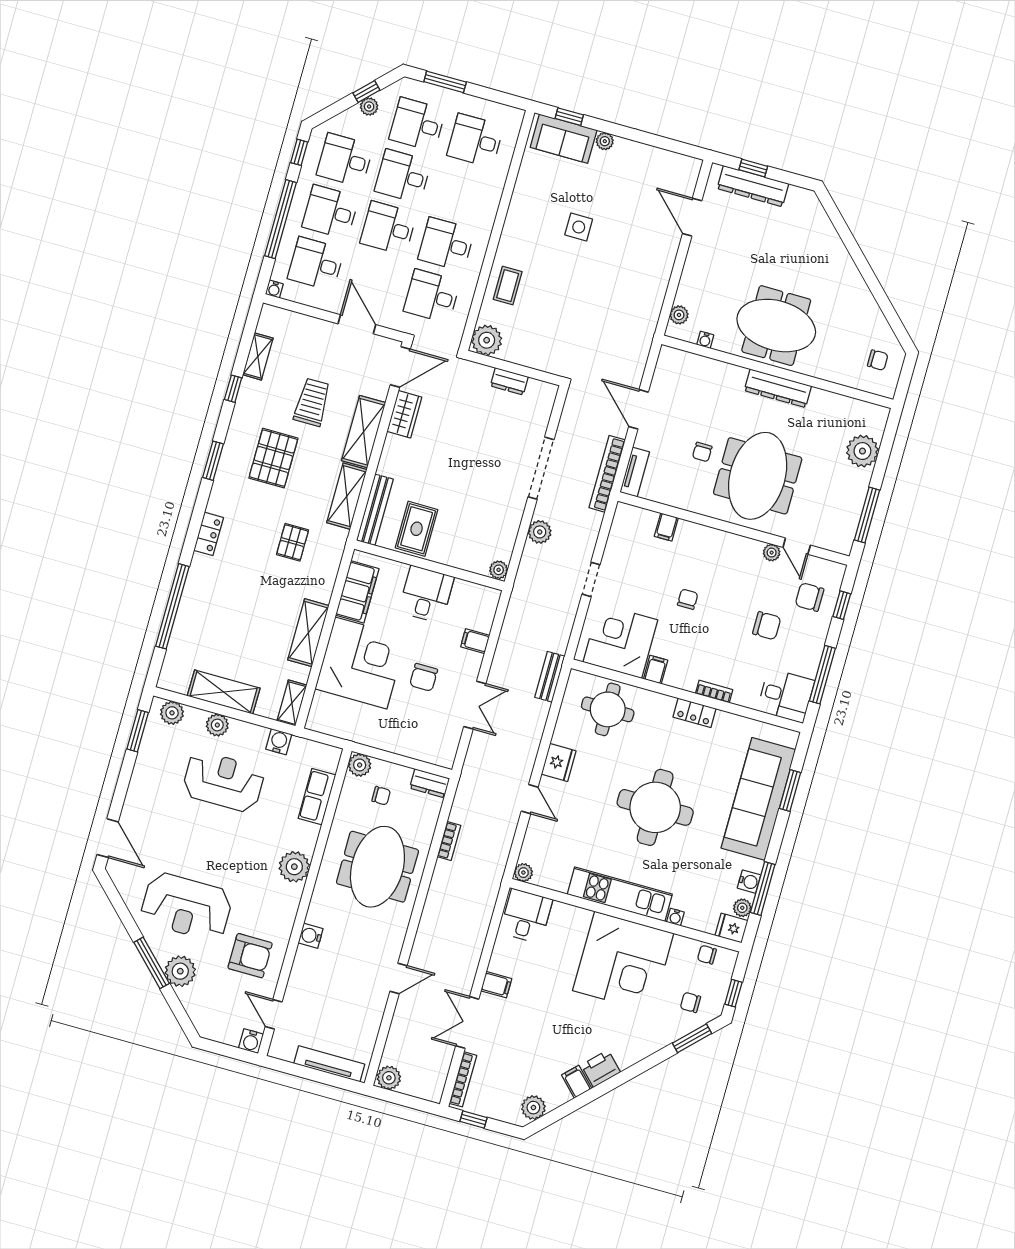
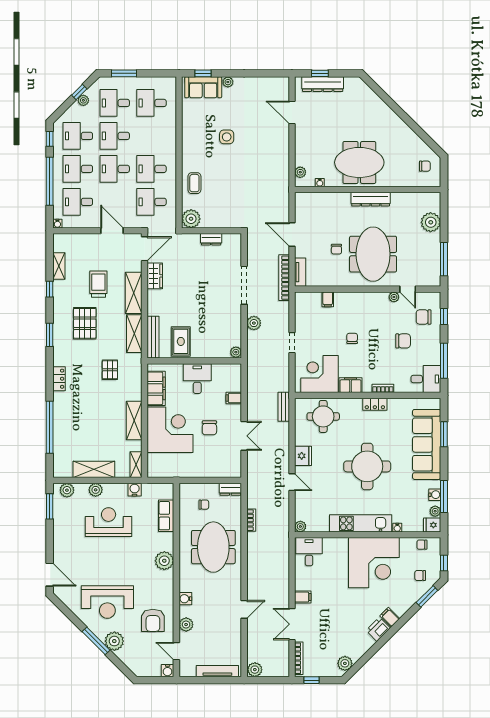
filing cabinet: (656, 670) -> (350, 385), width x2.00
plant: (360, 765) -> (186, 625), moved
armchair: (250, 956) -> (153, 620), turned 90
filing cabinet: (577, 1082) -> (390, 617), moved

